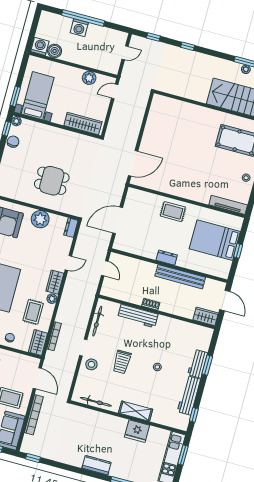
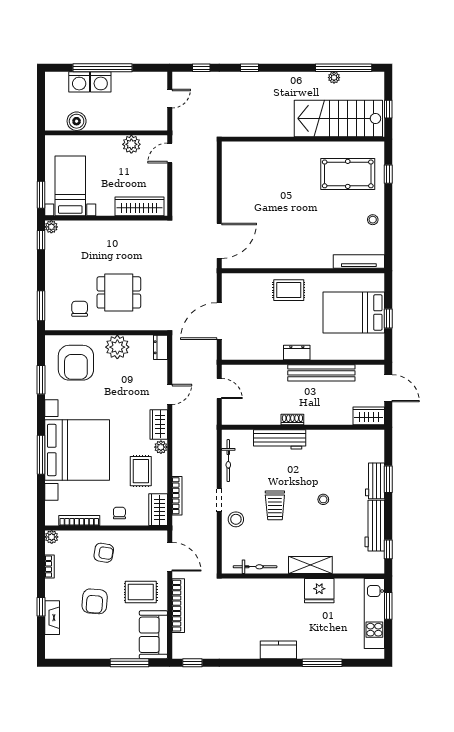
washing machine: (40, 46) -> (79, 82), moved, turned 180
chair: (13, 142) -> (80, 309), moved

